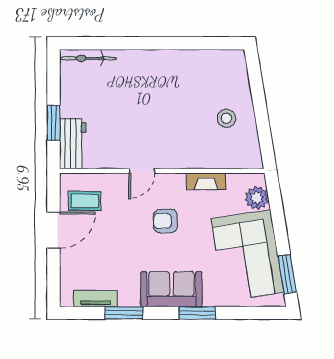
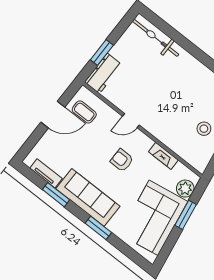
bicycle: (88, 58) -> (155, 38), width x1.37, depth x1.40
window: (287, 274) -> (186, 215), moved
sofa: (171, 289) -> (88, 197), width x1.36

